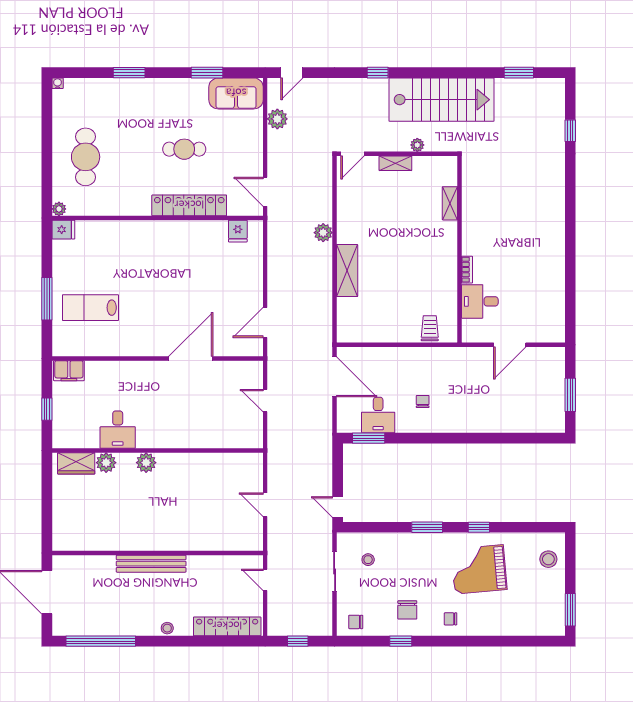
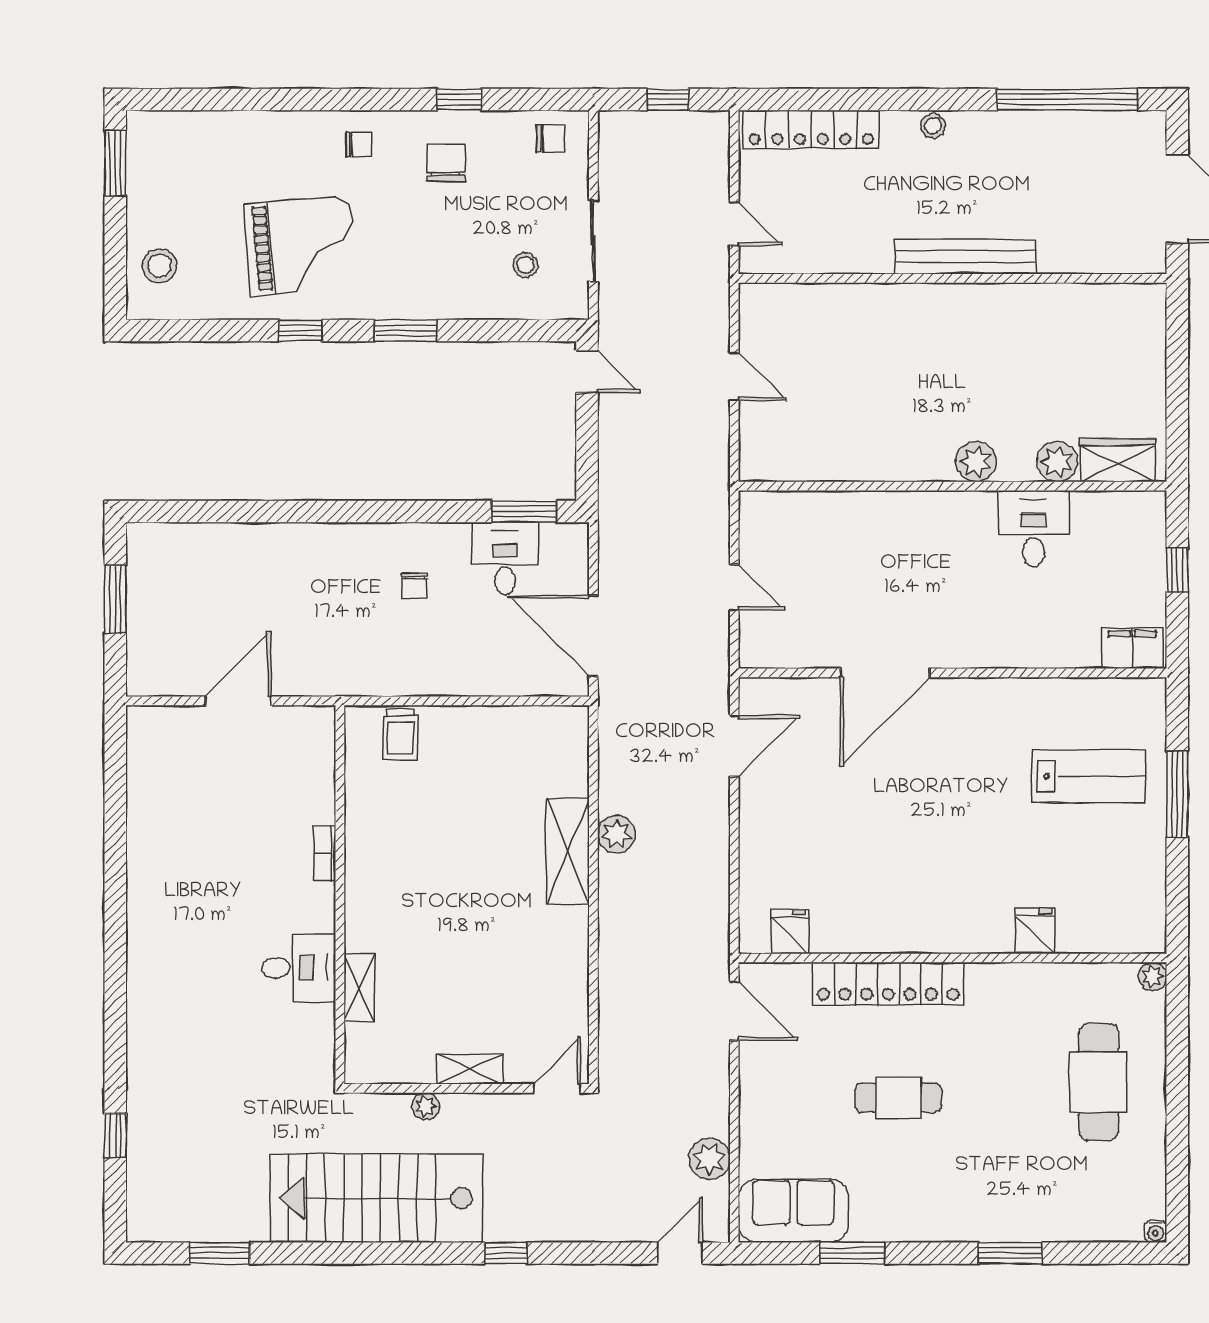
fridge: (63, 230) -> (1035, 931), moved, turned 90
plant: (323, 233) -> (616, 834), moved
desk: (480, 301) -> (299, 968), moved

